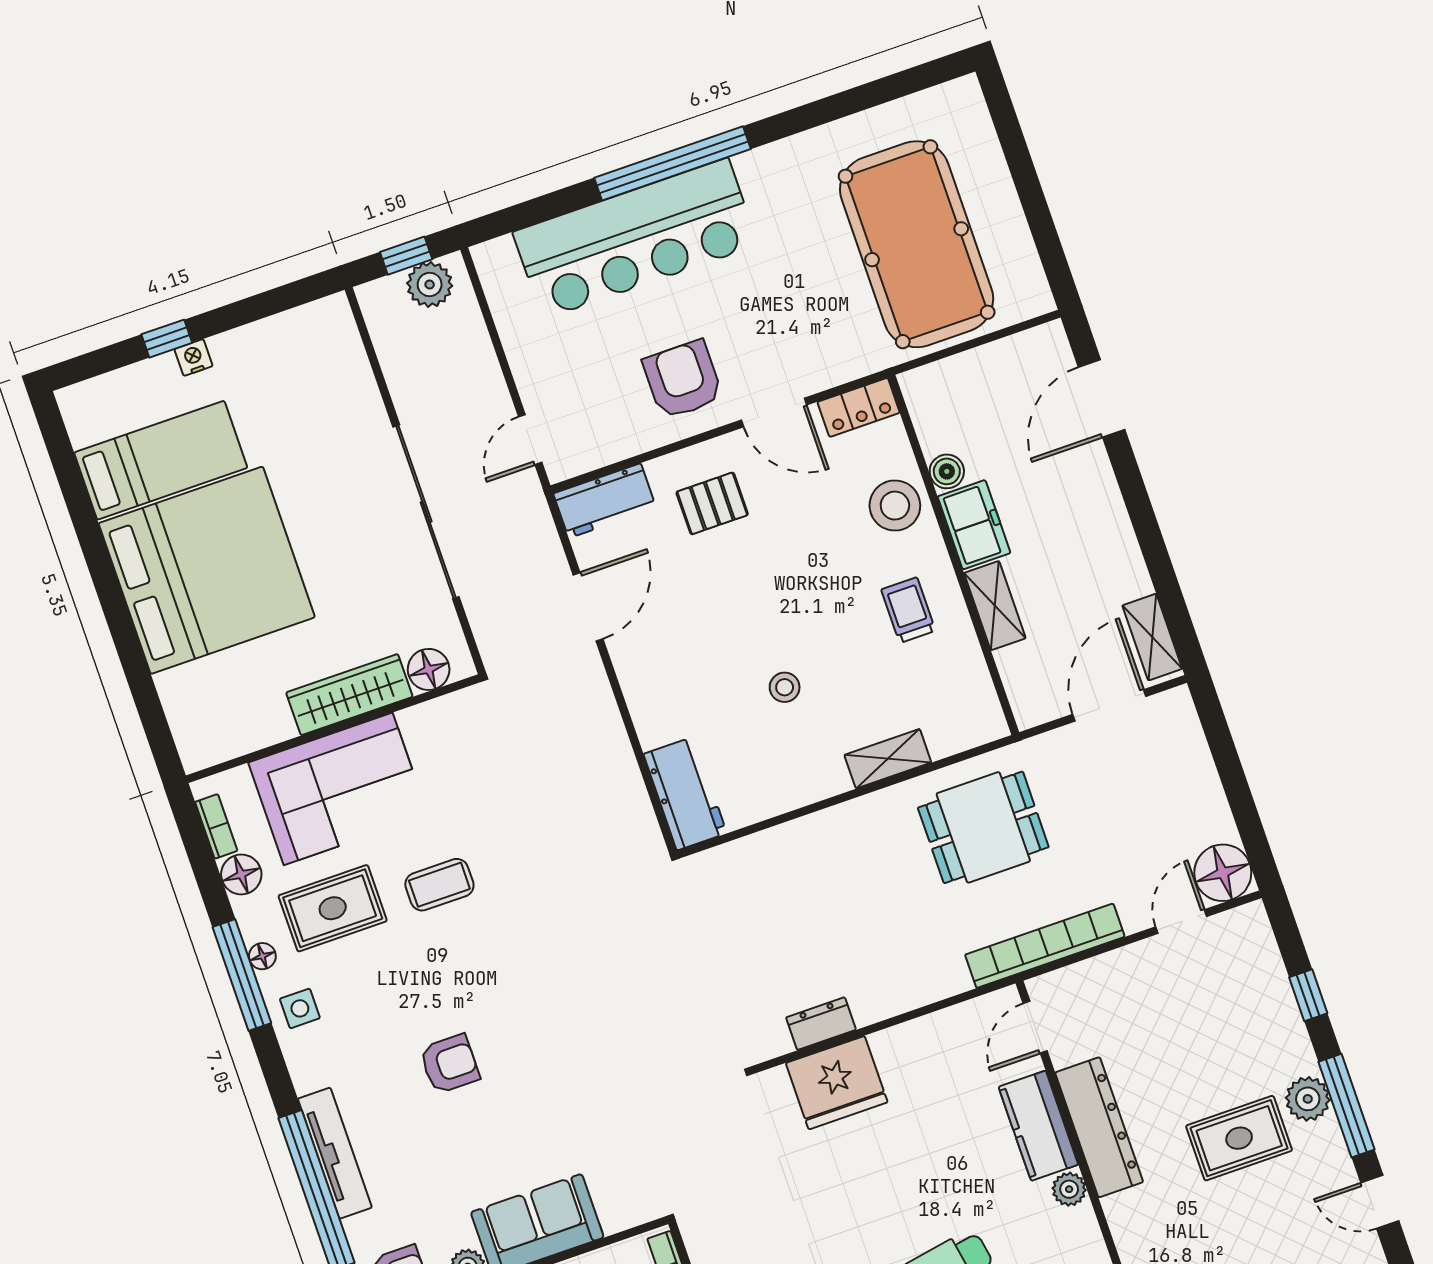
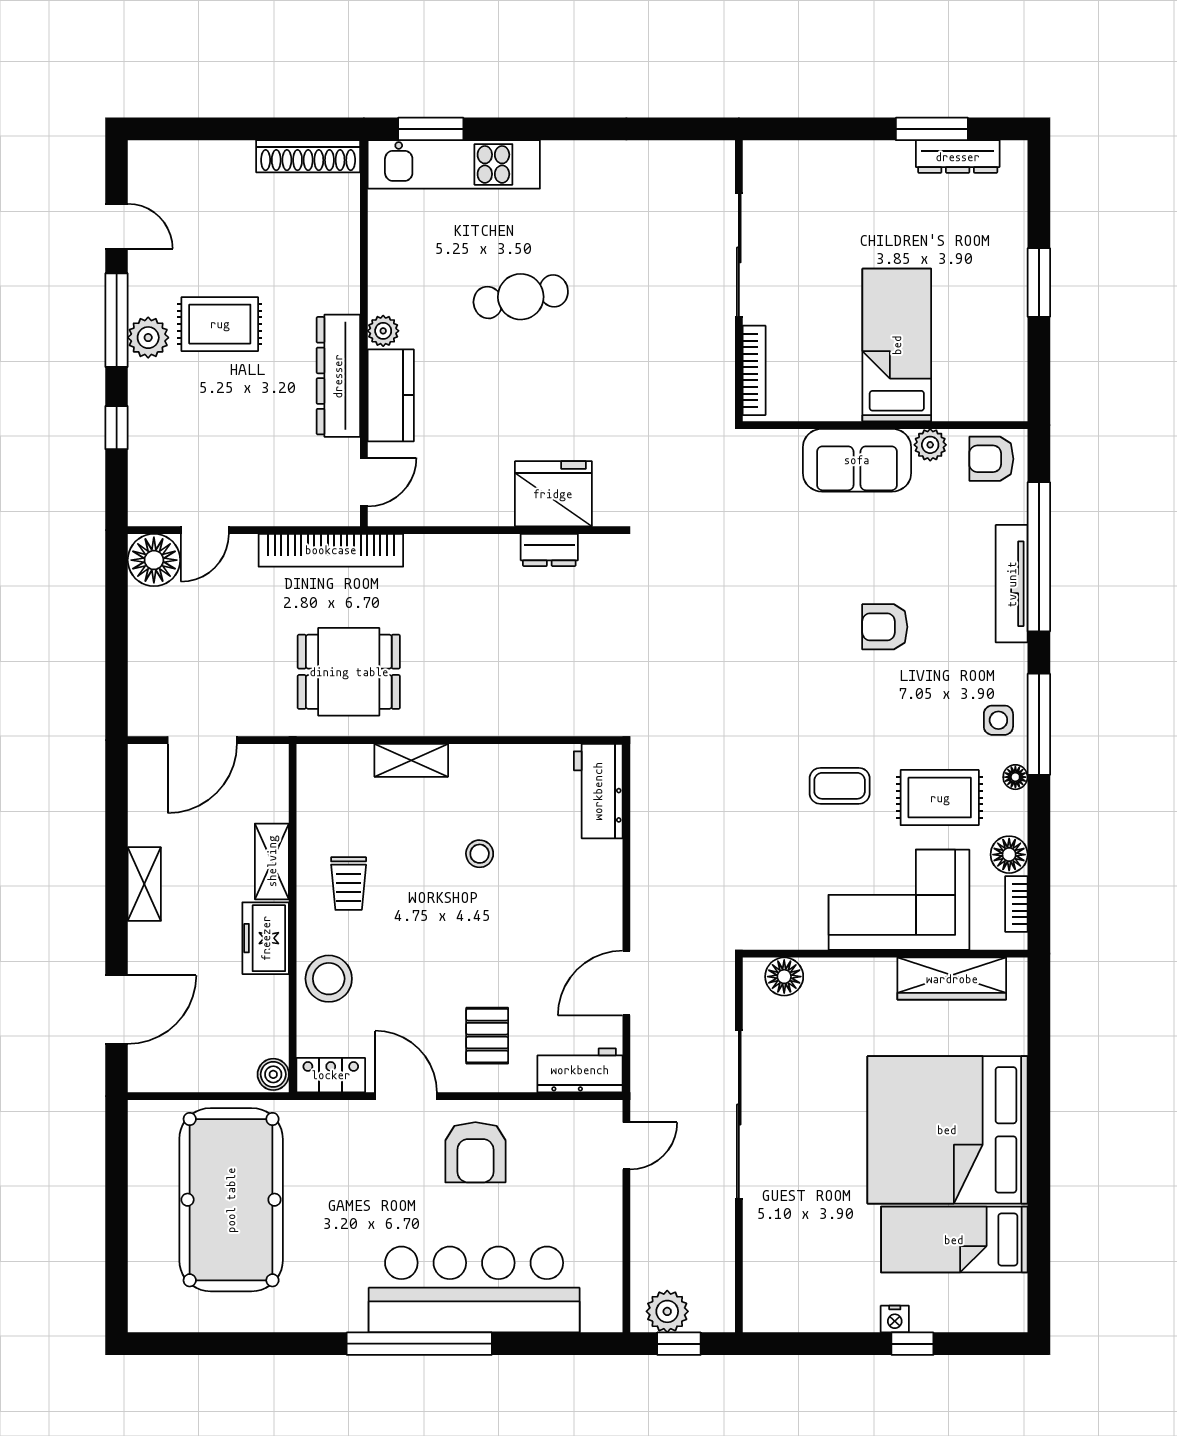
boiler: (947, 471) -> (273, 1074), moved
pallet: (712, 503) -> (487, 1036), turned 90
shelving: (1152, 637) -> (144, 884), moved
wardrobe: (349, 695) -> (952, 979), moved
window: (242, 975) -> (1039, 724), moved

